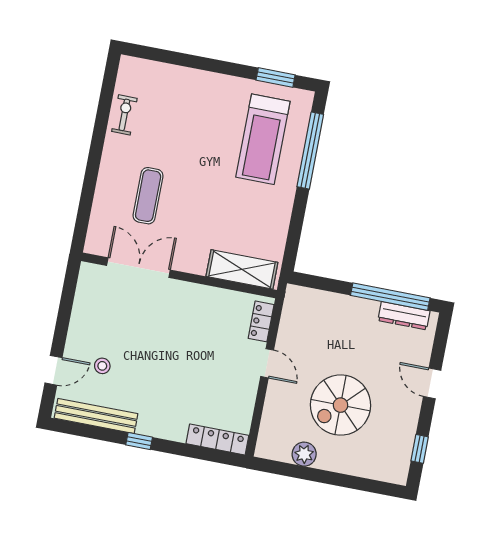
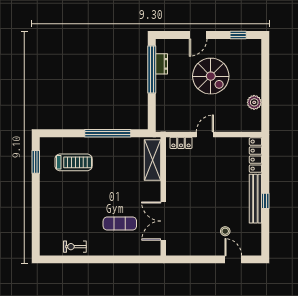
treadmill: (263, 139) -> (74, 162), width x0.73, depth x0.73
window: (310, 151) -> (108, 133), moved
dresser: (404, 316) -> (161, 64), width x0.70
spiral stairs: (341, 405) -> (211, 76), moved
bench: (96, 416) -> (255, 199), moved

